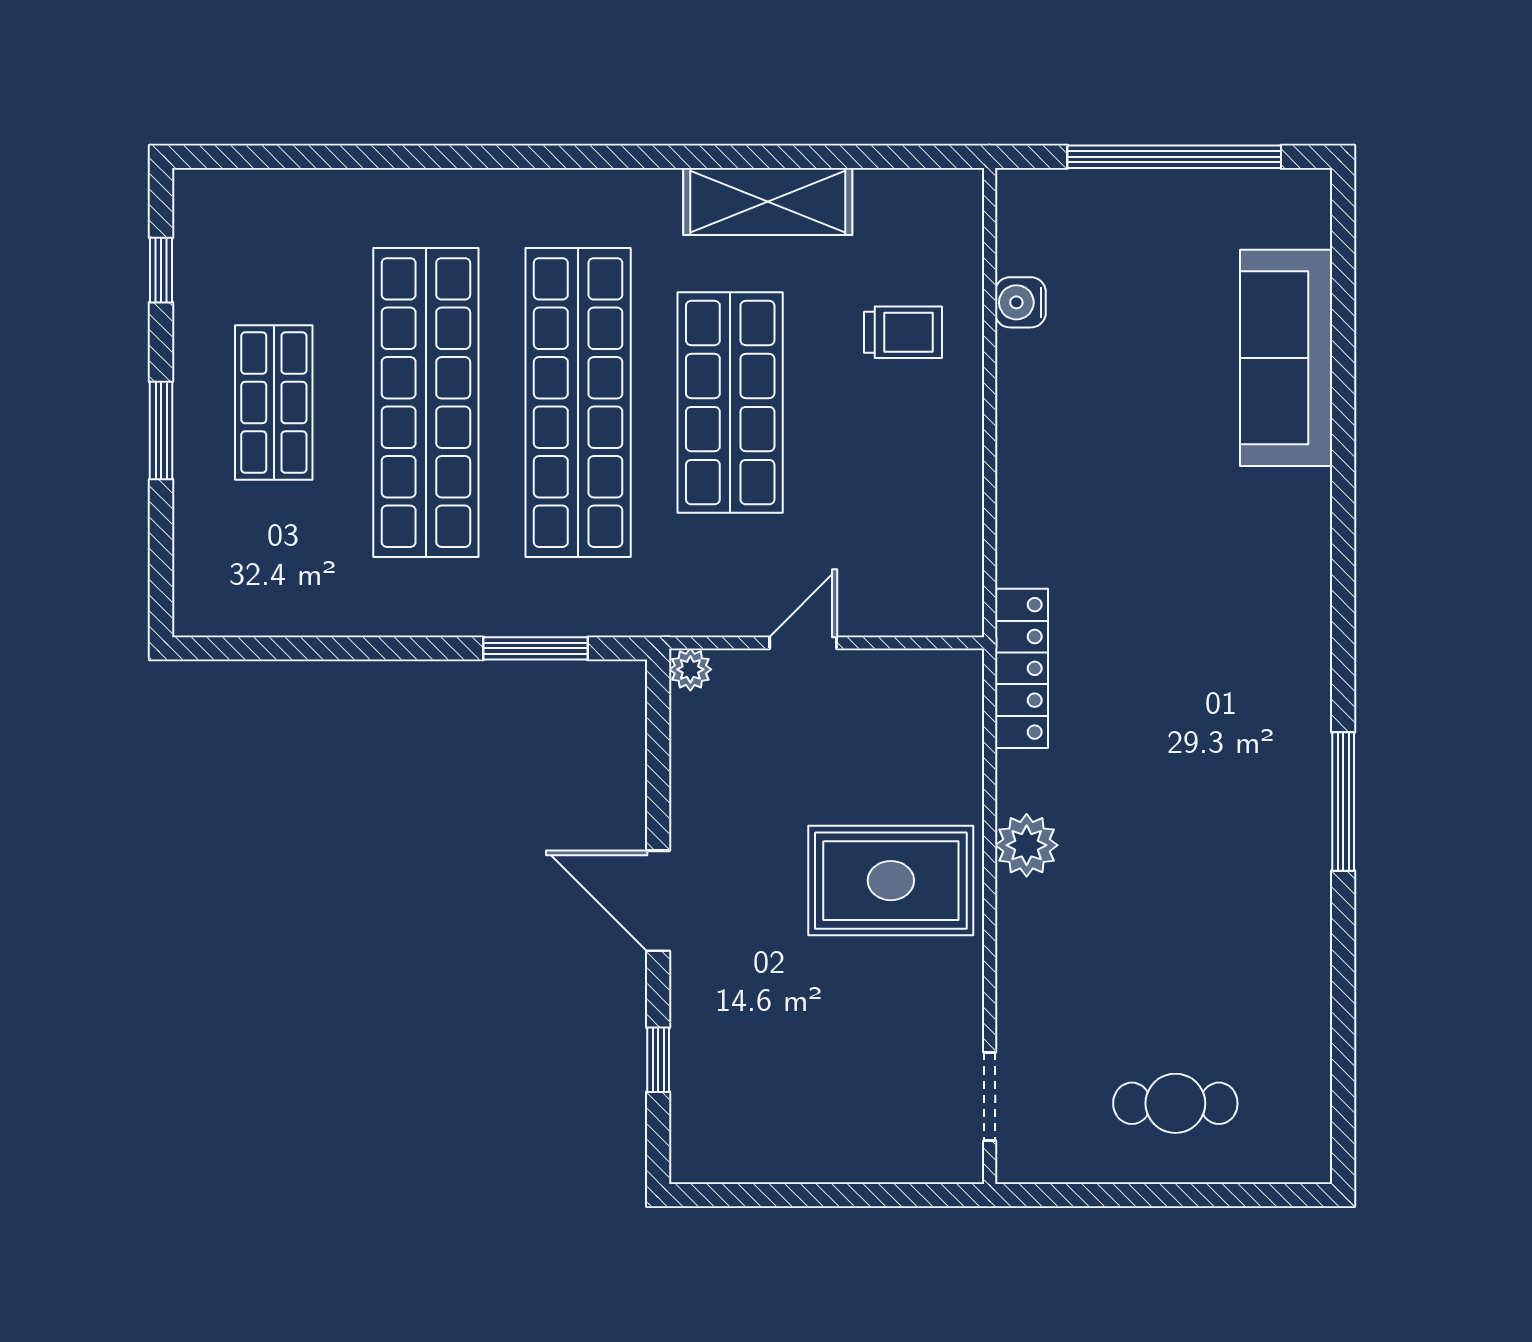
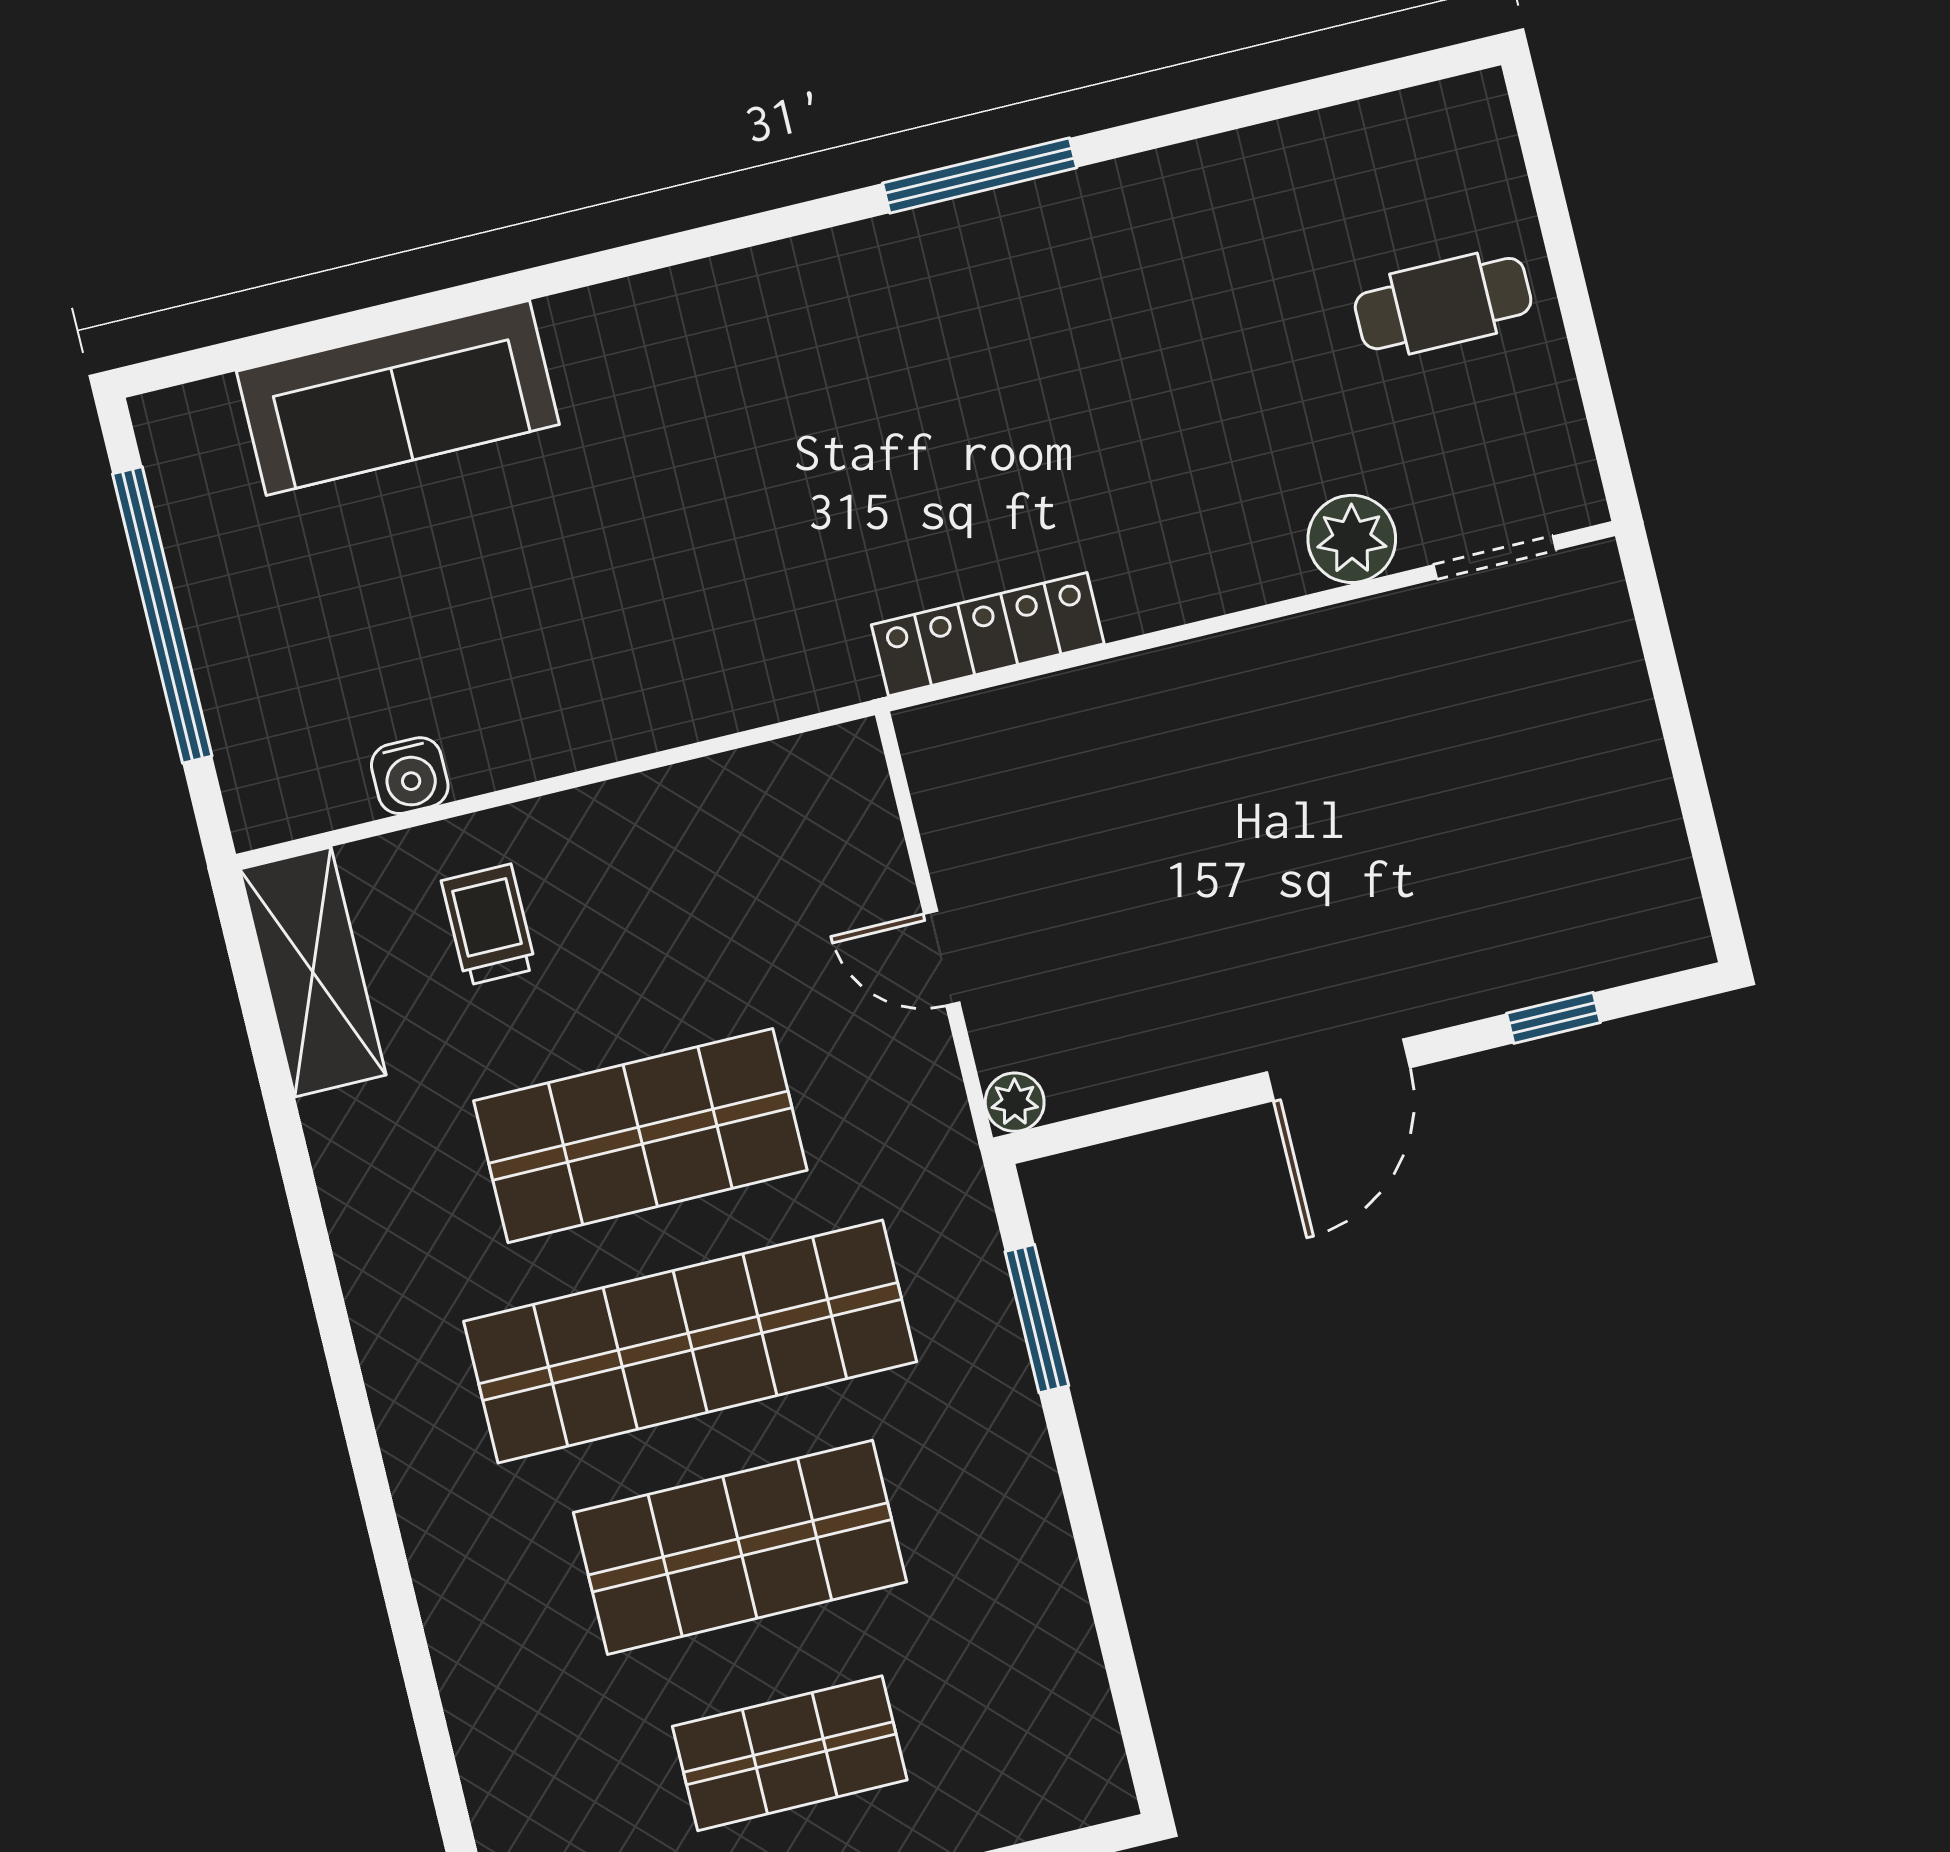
shelving: (768, 202) -> (313, 972), moved
shop shelf: (426, 403) -> (740, 1547), width x0.71
locker: (1021, 668) -> (988, 634), moved
plant: (1027, 845) -> (1352, 539), moved
rug: (891, 881) -> (1235, 762), removed
cafe table: (1175, 1103) -> (1443, 304), turned 90

